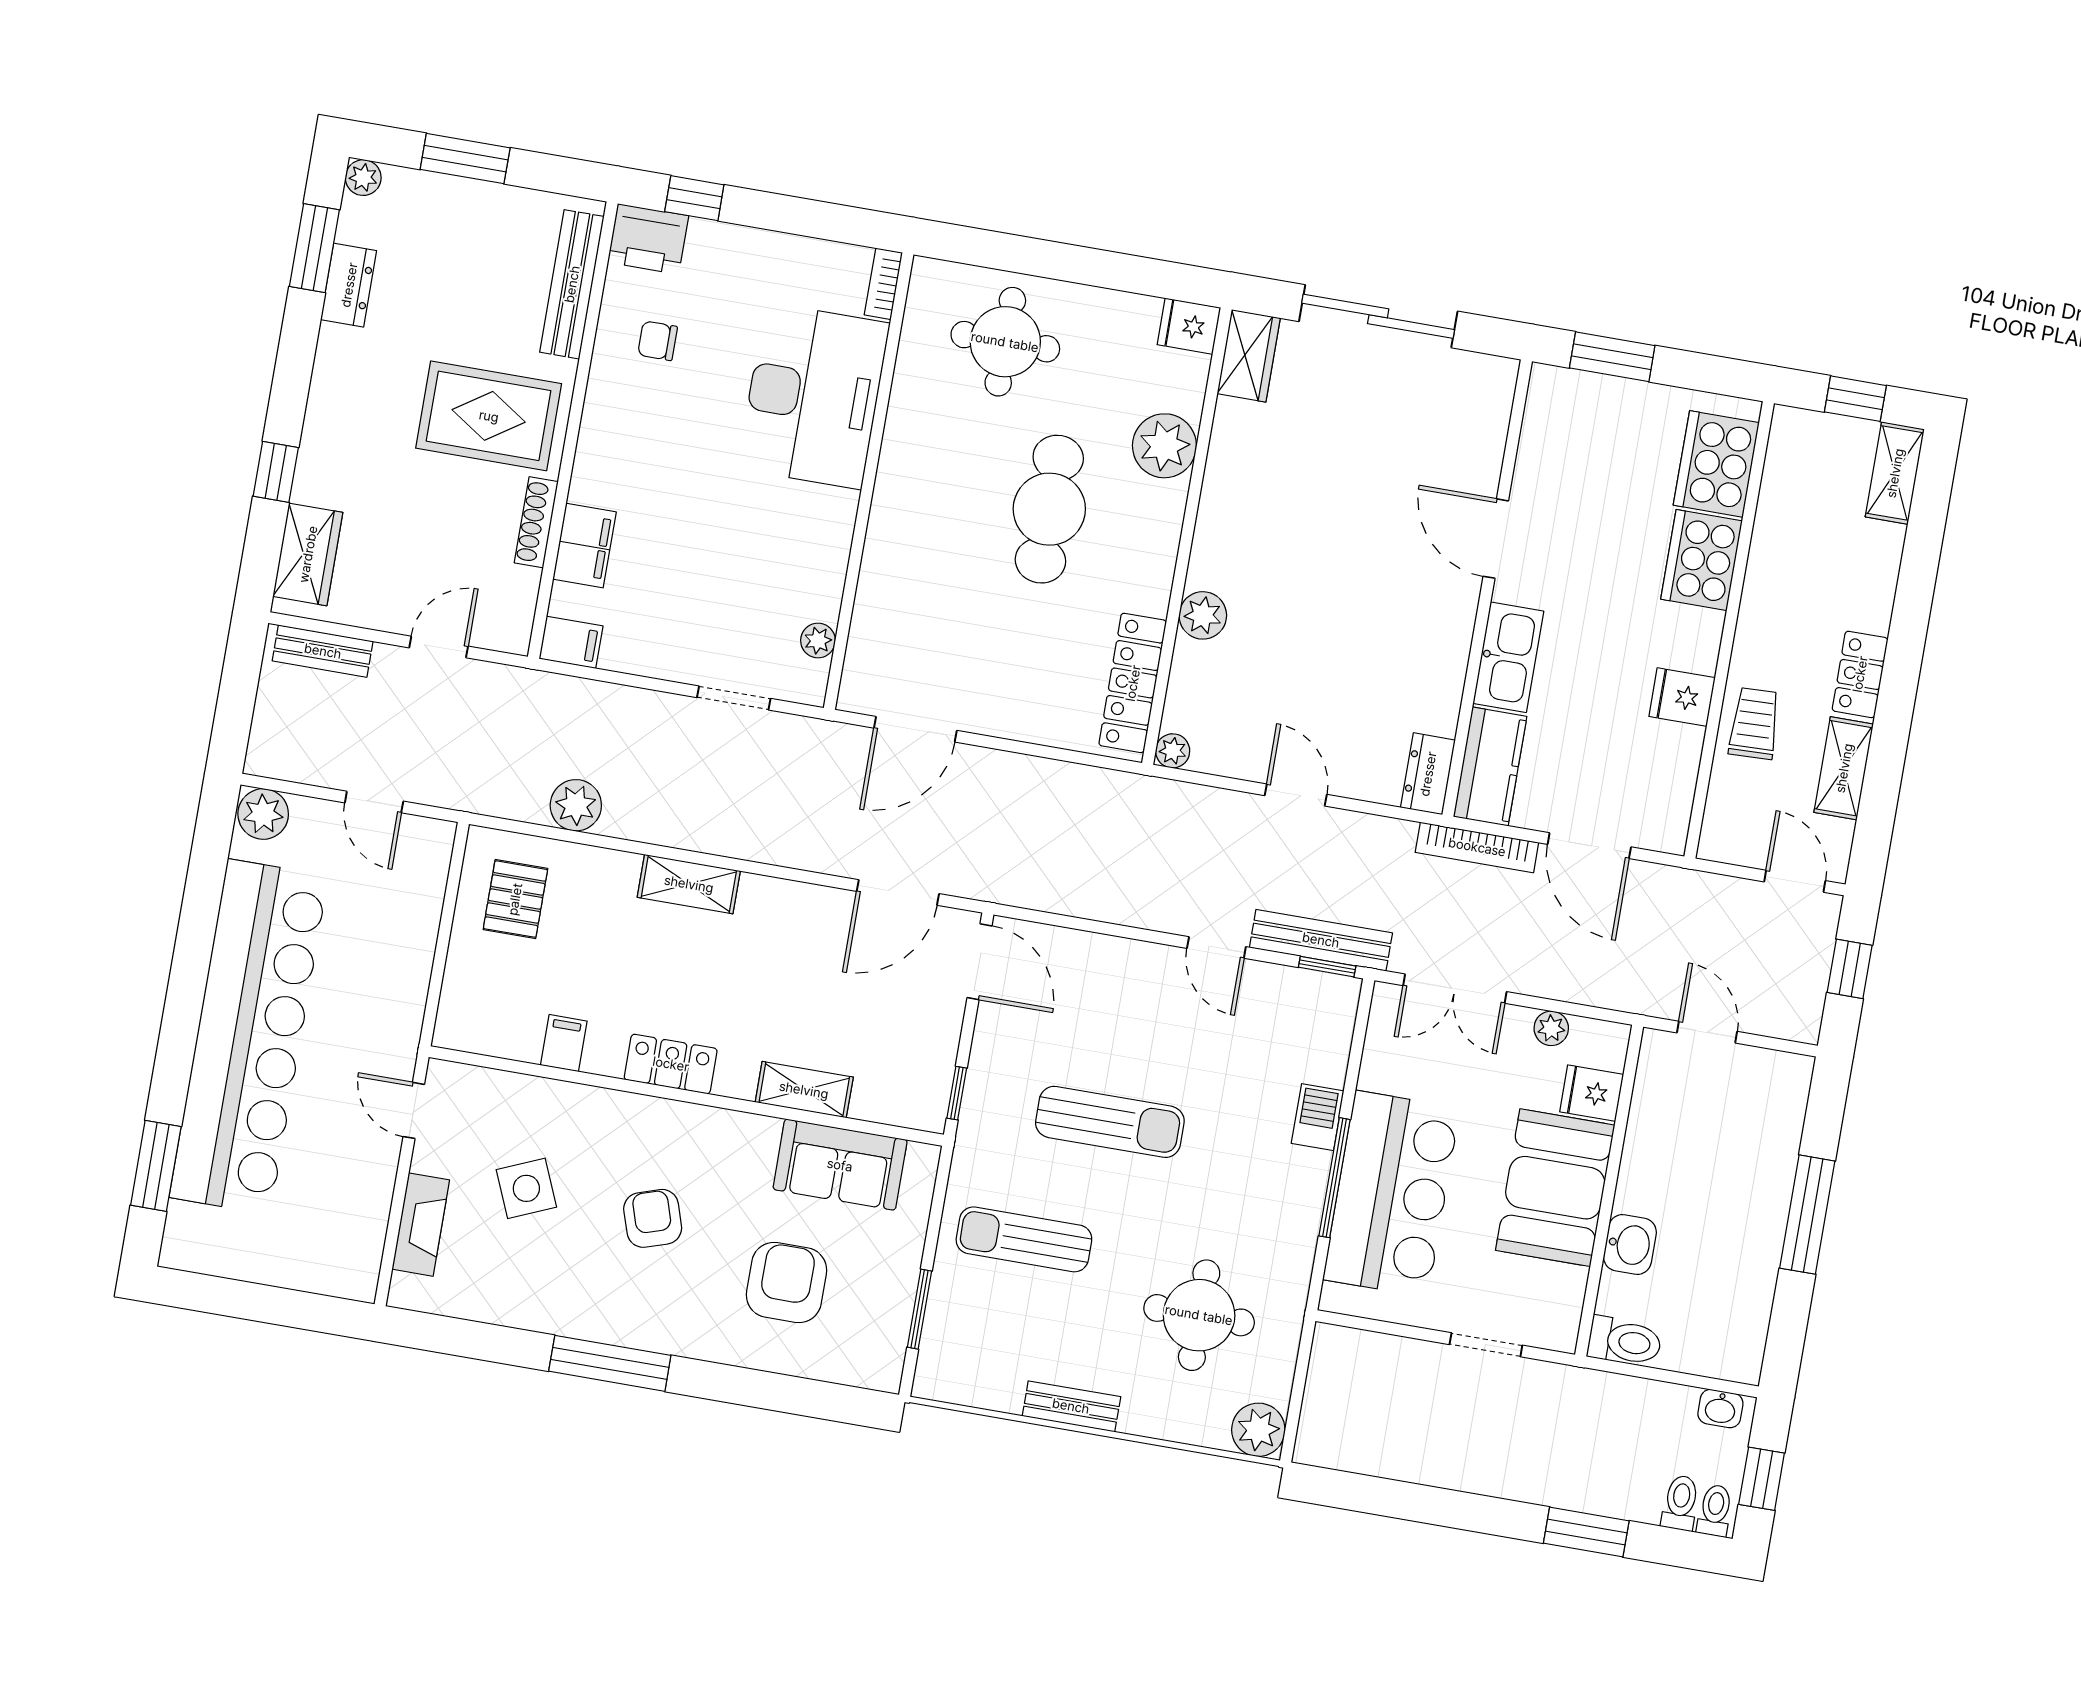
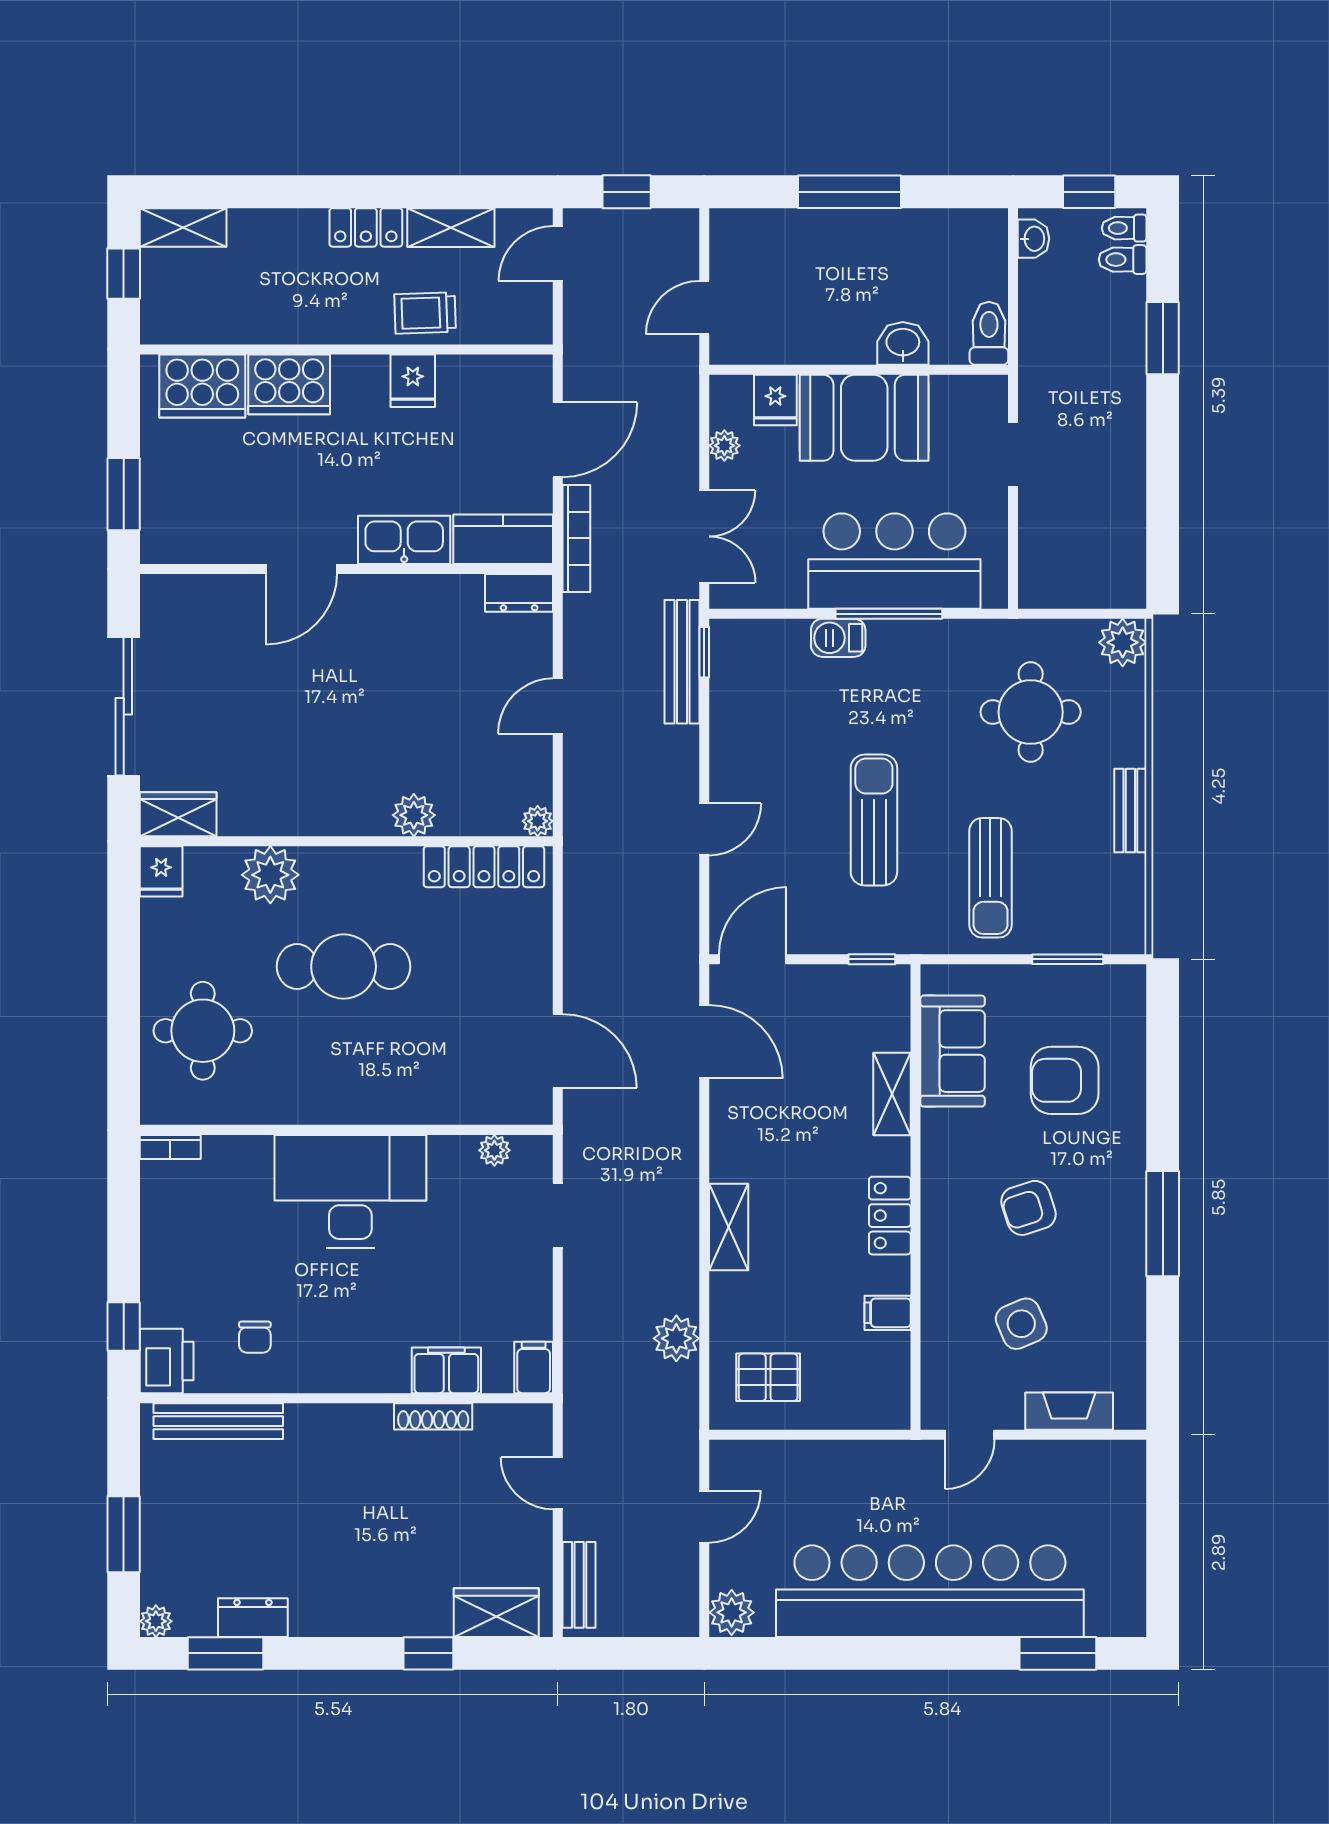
desk: (813, 396) -> (350, 1191), moved
rug: (489, 416) -> (347, 1474), removed
door: (1216, 947) -> (704, 829), moved

